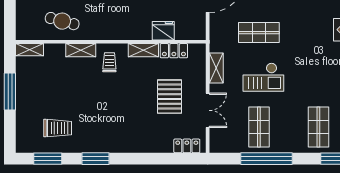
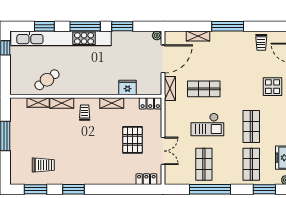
cafe table: (62, 21) -> (47, 80), turned -51
shelving: (30, 50) -> (38, 103), moved
locker: (174, 51) -> (150, 103), moved
shelving: (216, 68) -> (170, 89), moved
shop shelf: (318, 80) -> (251, 127), added

